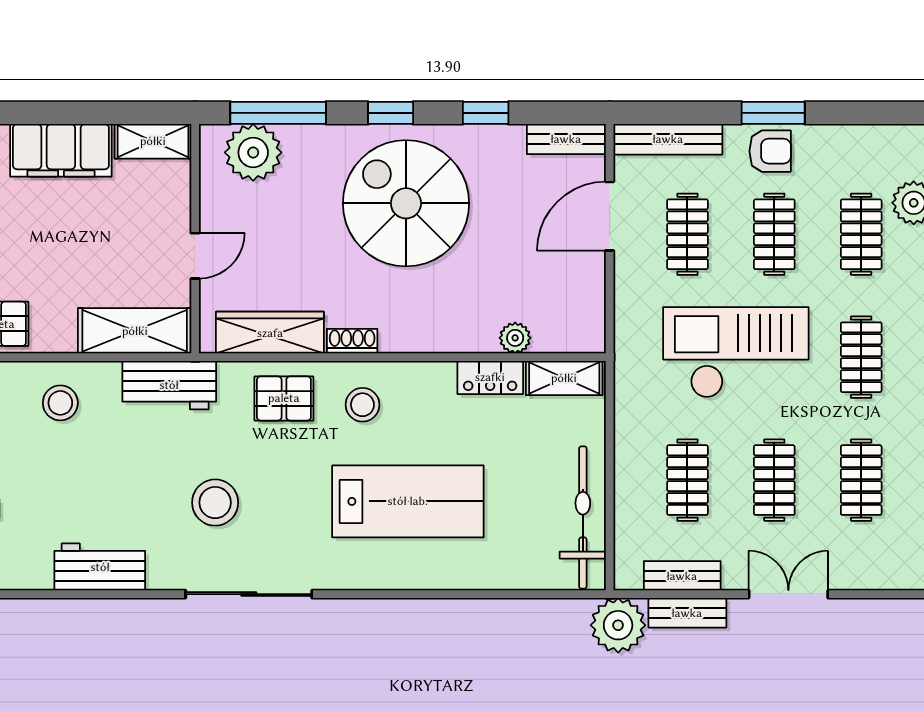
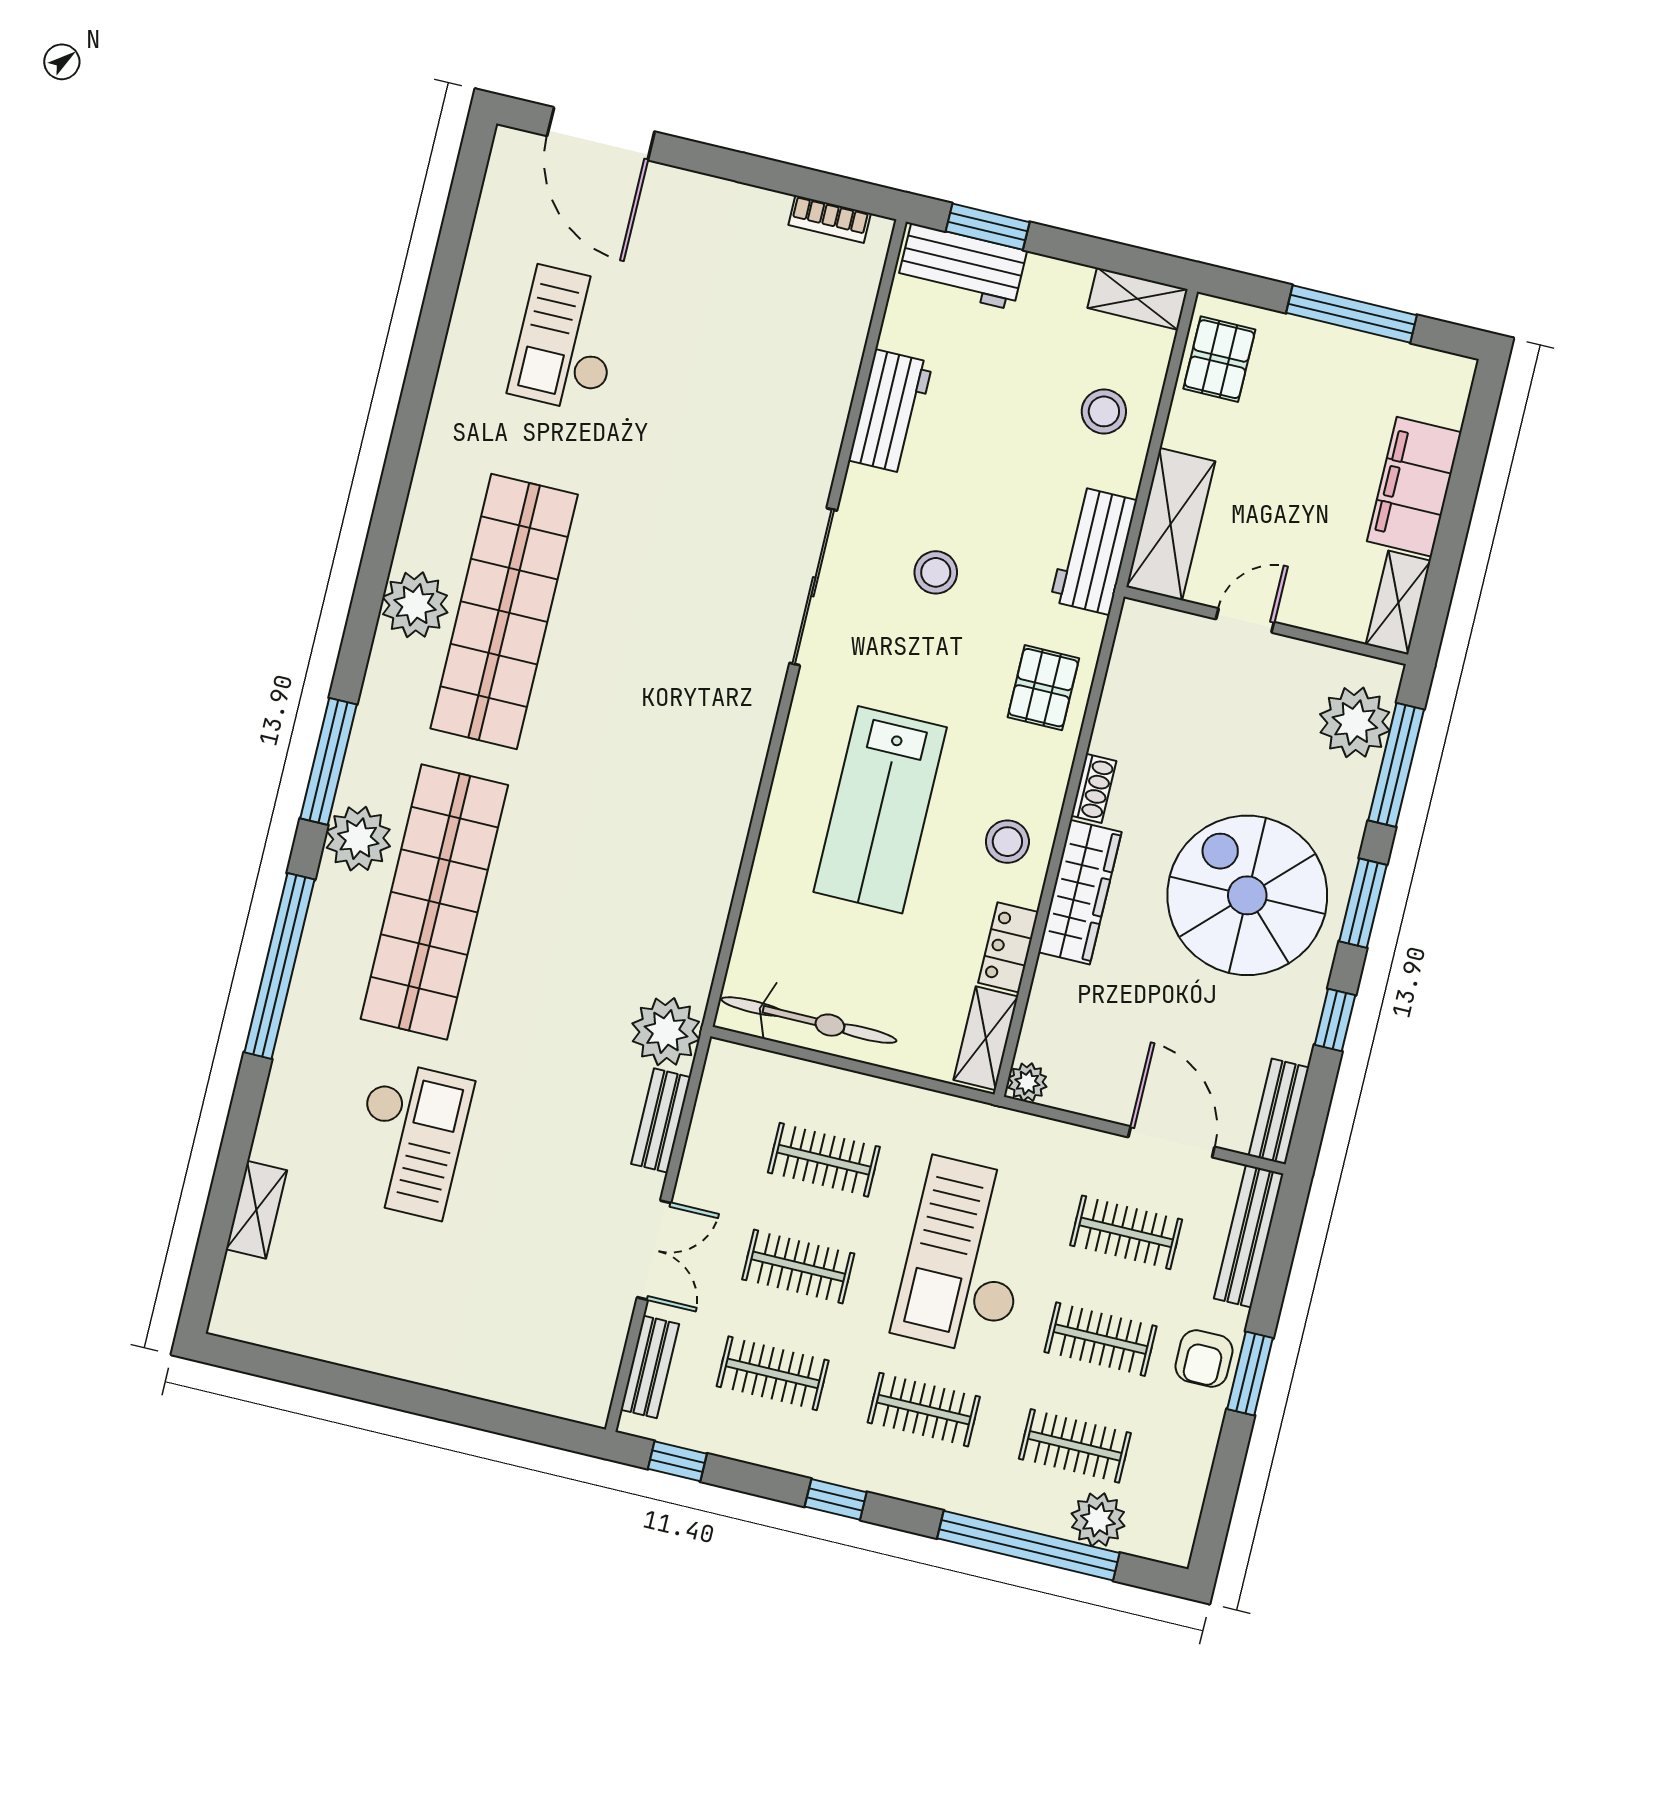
window: (391, 113) -> (1363, 903), width x1.50
spiral stairs: (406, 203) -> (1247, 895), turned -90
door: (195, 256) -> (1245, 621), swing flipped
wardrobe: (270, 333) -> (1080, 892), moved
plant: (515, 338) -> (1027, 1082), moved
checkout: (736, 352) -> (967, 1257), turned 180
stool: (362, 405) -> (1007, 842), moved
stool: (215, 503) -> (936, 572), width x0.73, depth x0.73
bench: (682, 576) -> (650, 1367), moved

